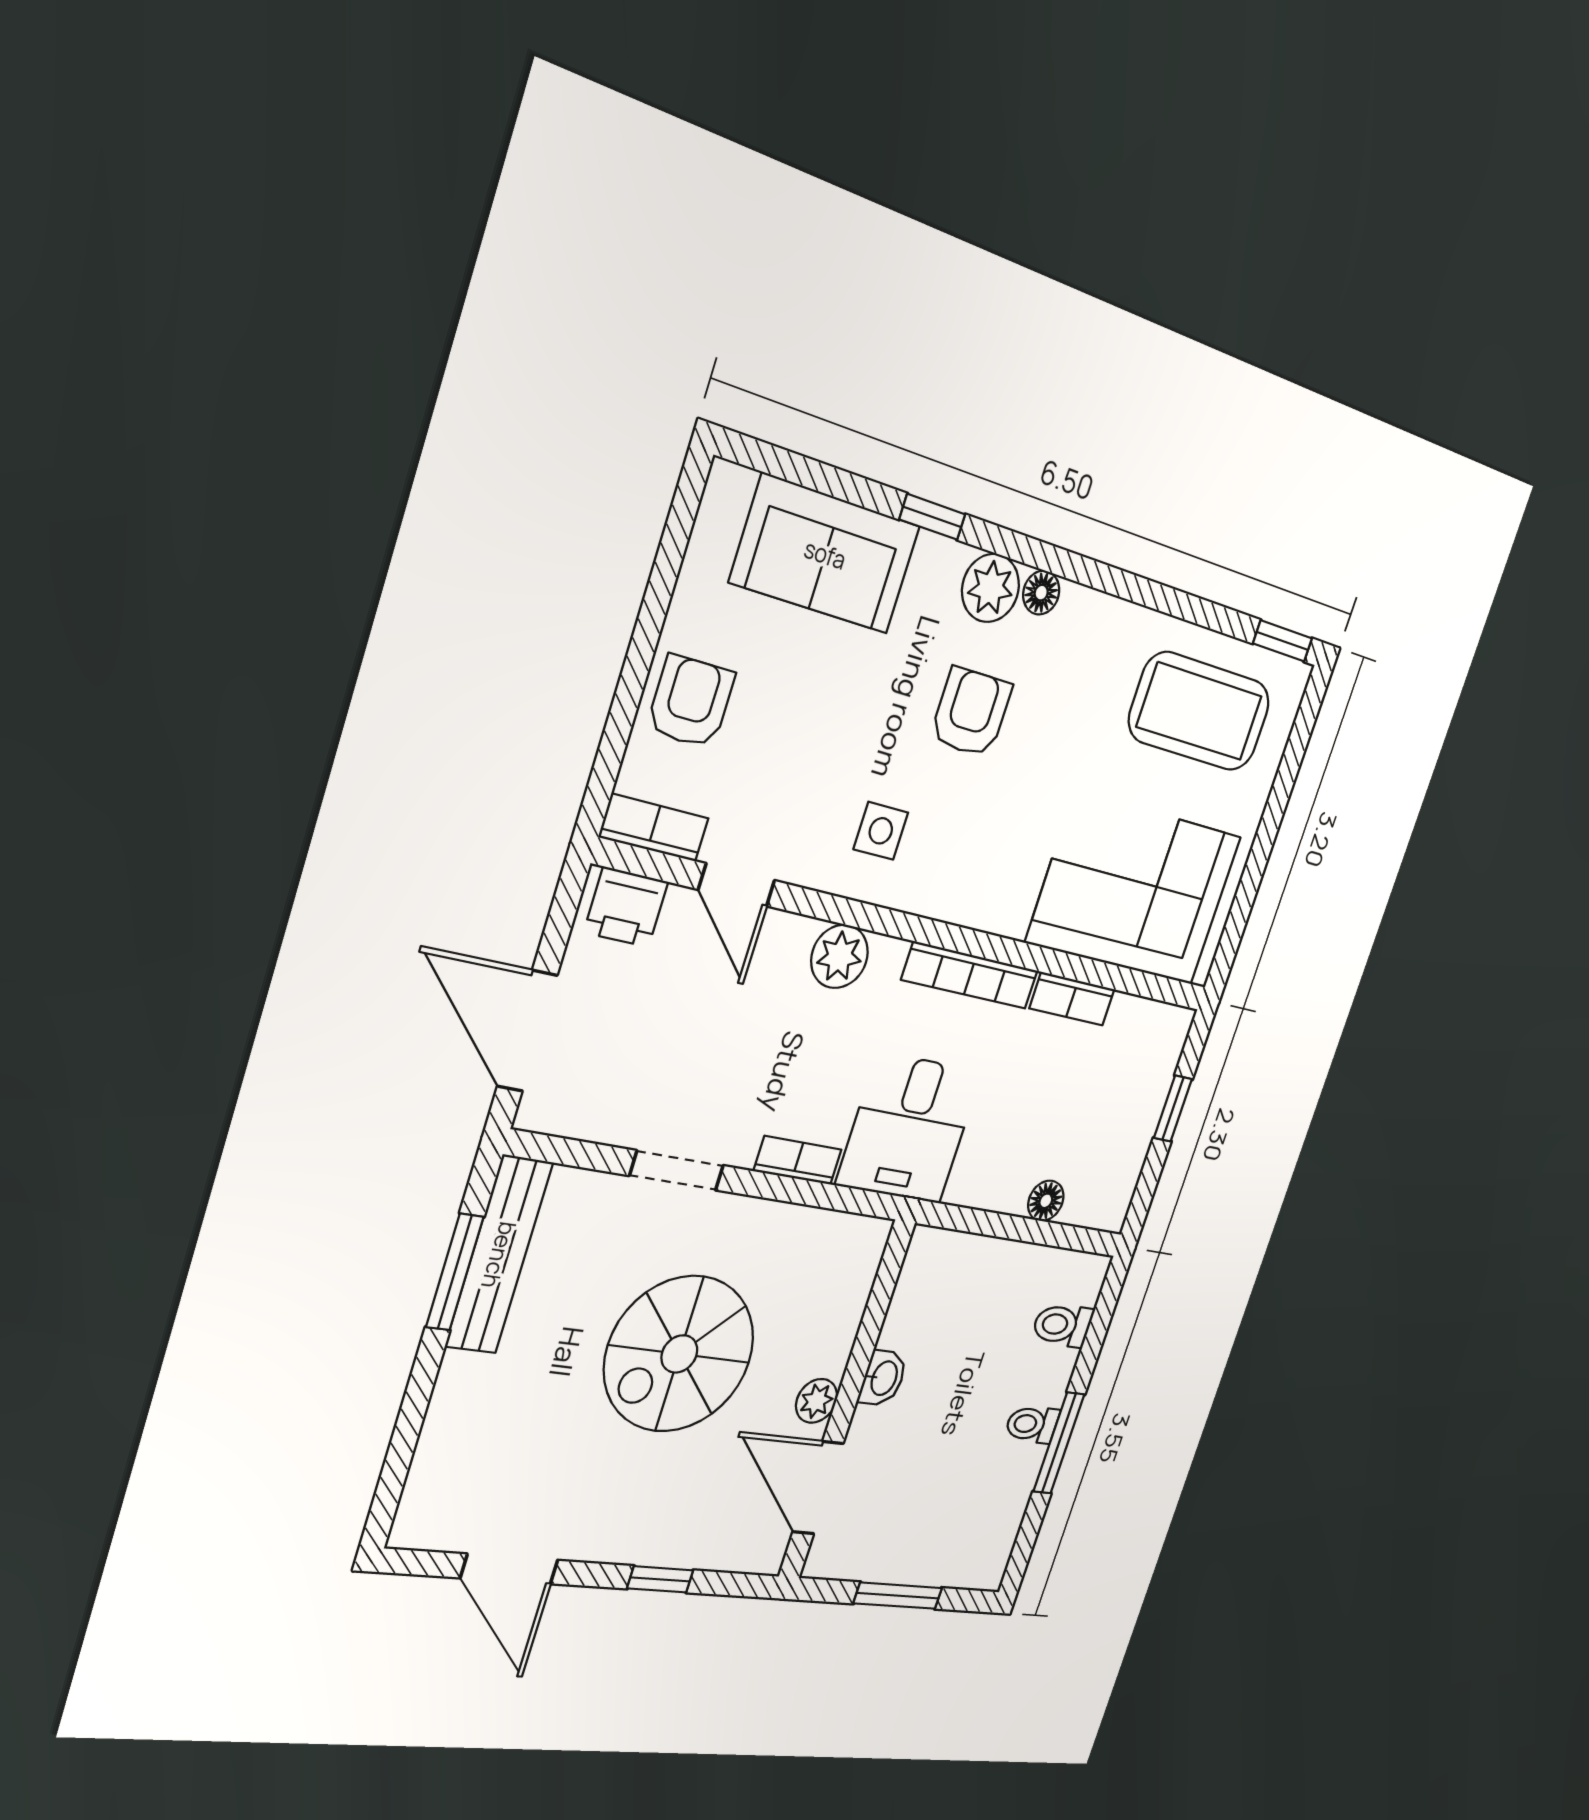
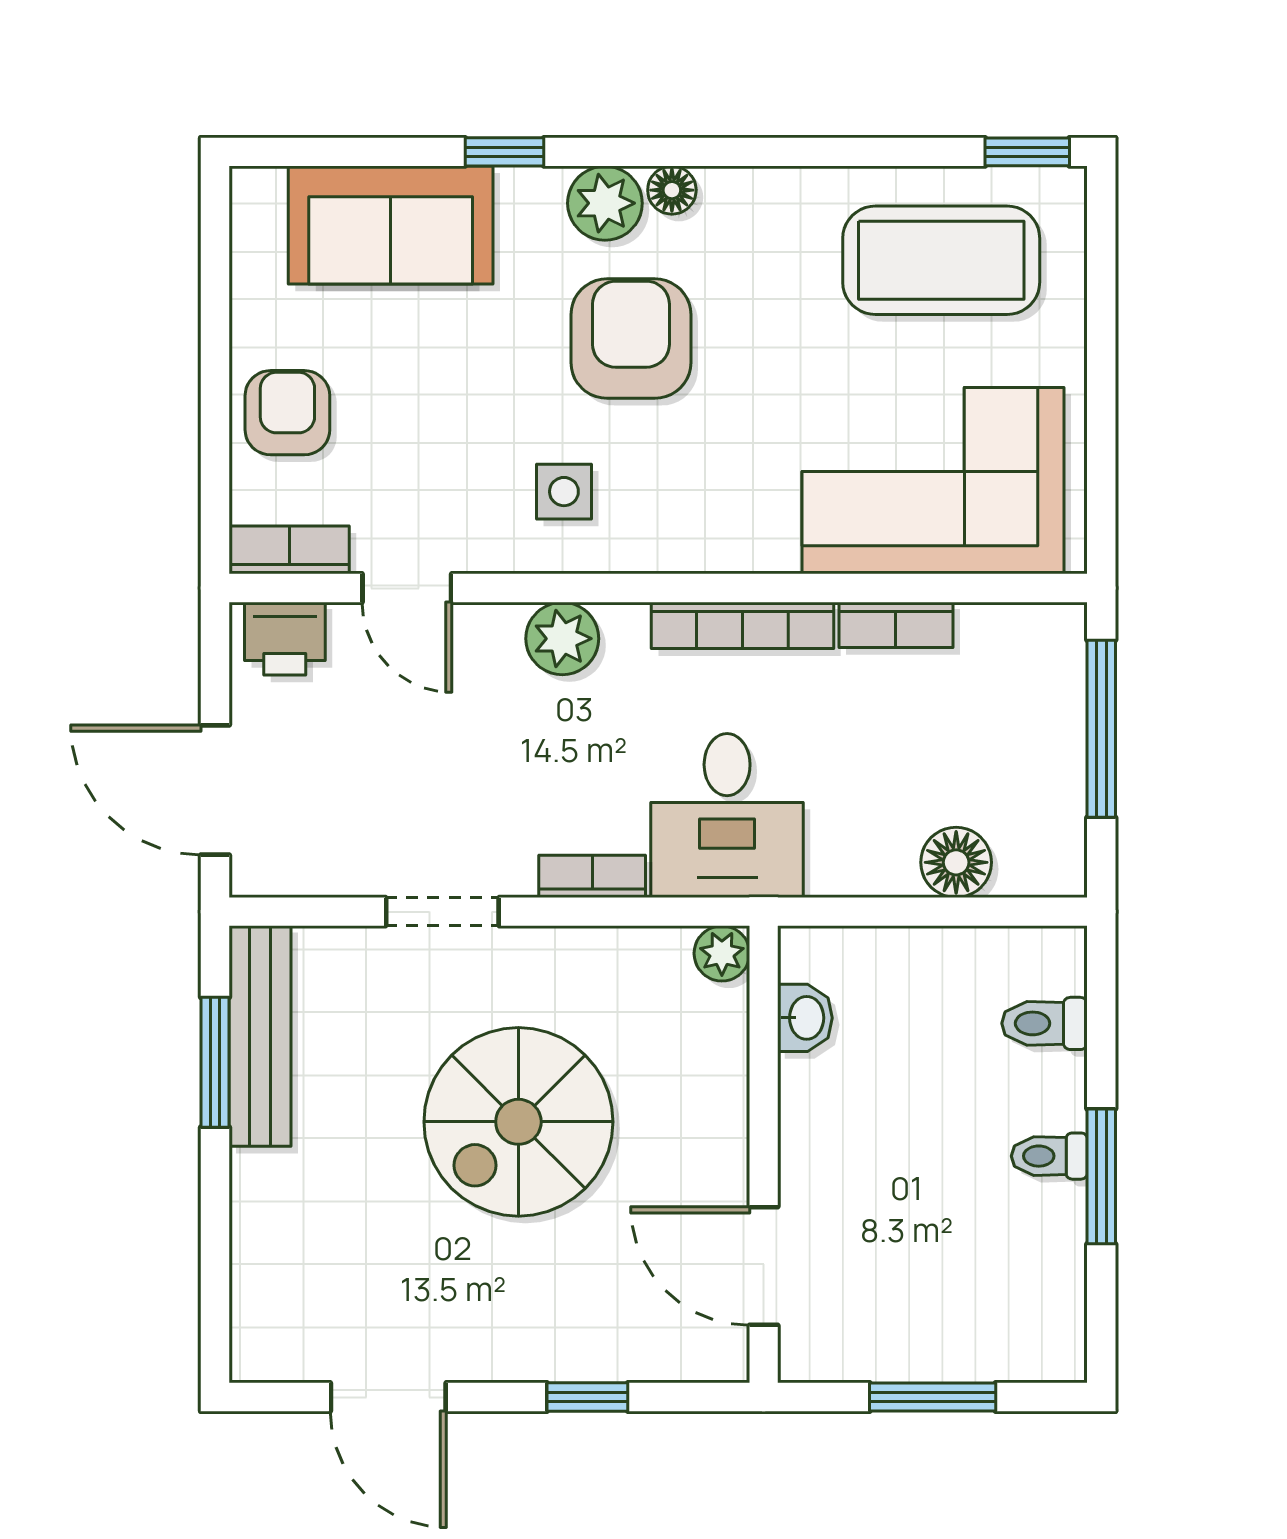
armchair: (971, 712) -> (631, 339), width x1.38, depth x1.38
window: (1173, 1108) -> (1101, 729), width x2.17
floor lamp: (1046, 1201) -> (956, 862), width x1.37, depth x1.37
washbasin: (883, 1378) -> (805, 1018), moved
plant: (817, 1401) -> (722, 953), moved

